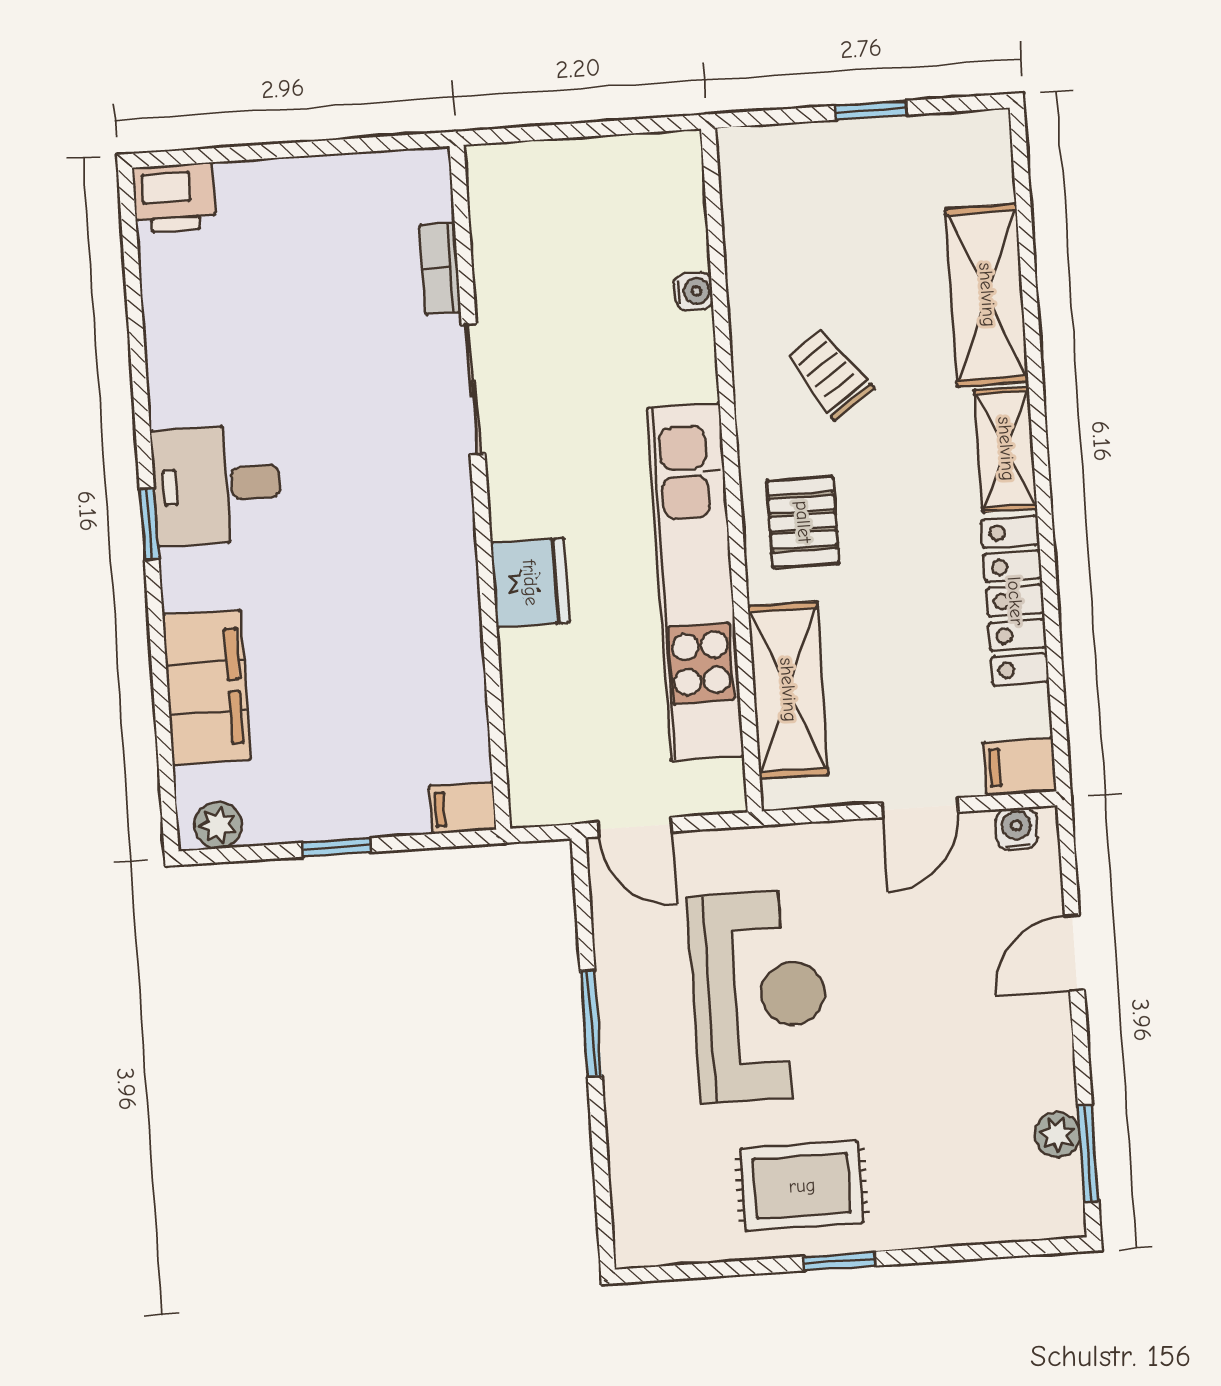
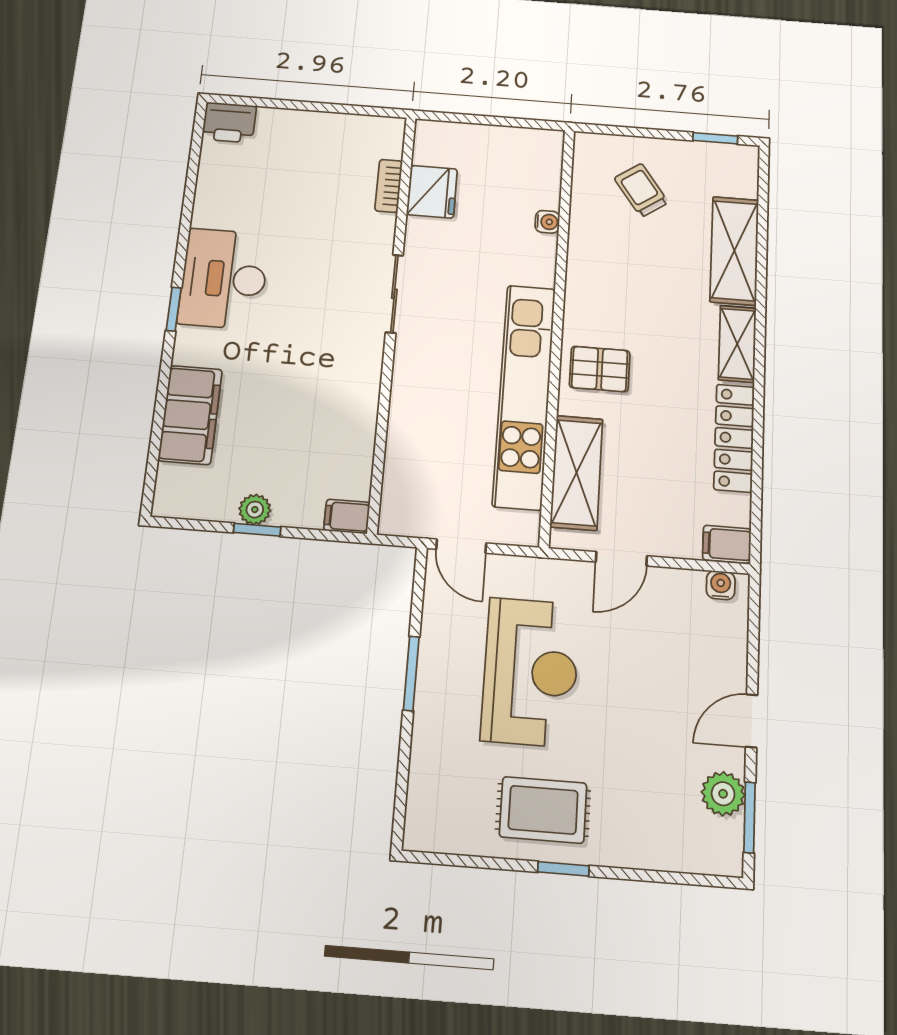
window: (871, 110) -> (715, 138), moved
trolley: (830, 374) -> (641, 190), moved
sliding door: (473, 389) -> (394, 294), moved
desk: (217, 485) -> (224, 279), width x1.37
pallet: (803, 522) -> (600, 369), turned 90
fridge: (530, 583) -> (432, 192), moved
door: (920, 808) -> (621, 559), moved
plant: (218, 825) -> (255, 510), moved
door: (1074, 953) -> (752, 721), moved
plant: (1057, 1135) -> (723, 794), width x1.38, depth x1.38

